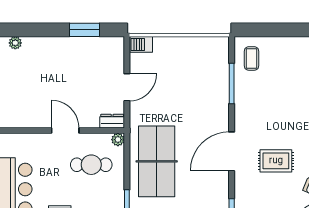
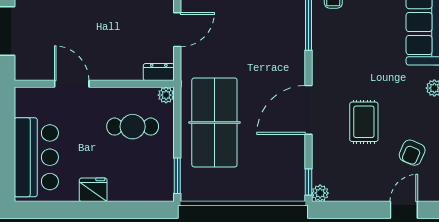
door: (65, 131) -> (72, 84), moved
rug: (276, 161) -> (364, 122), turned 90

